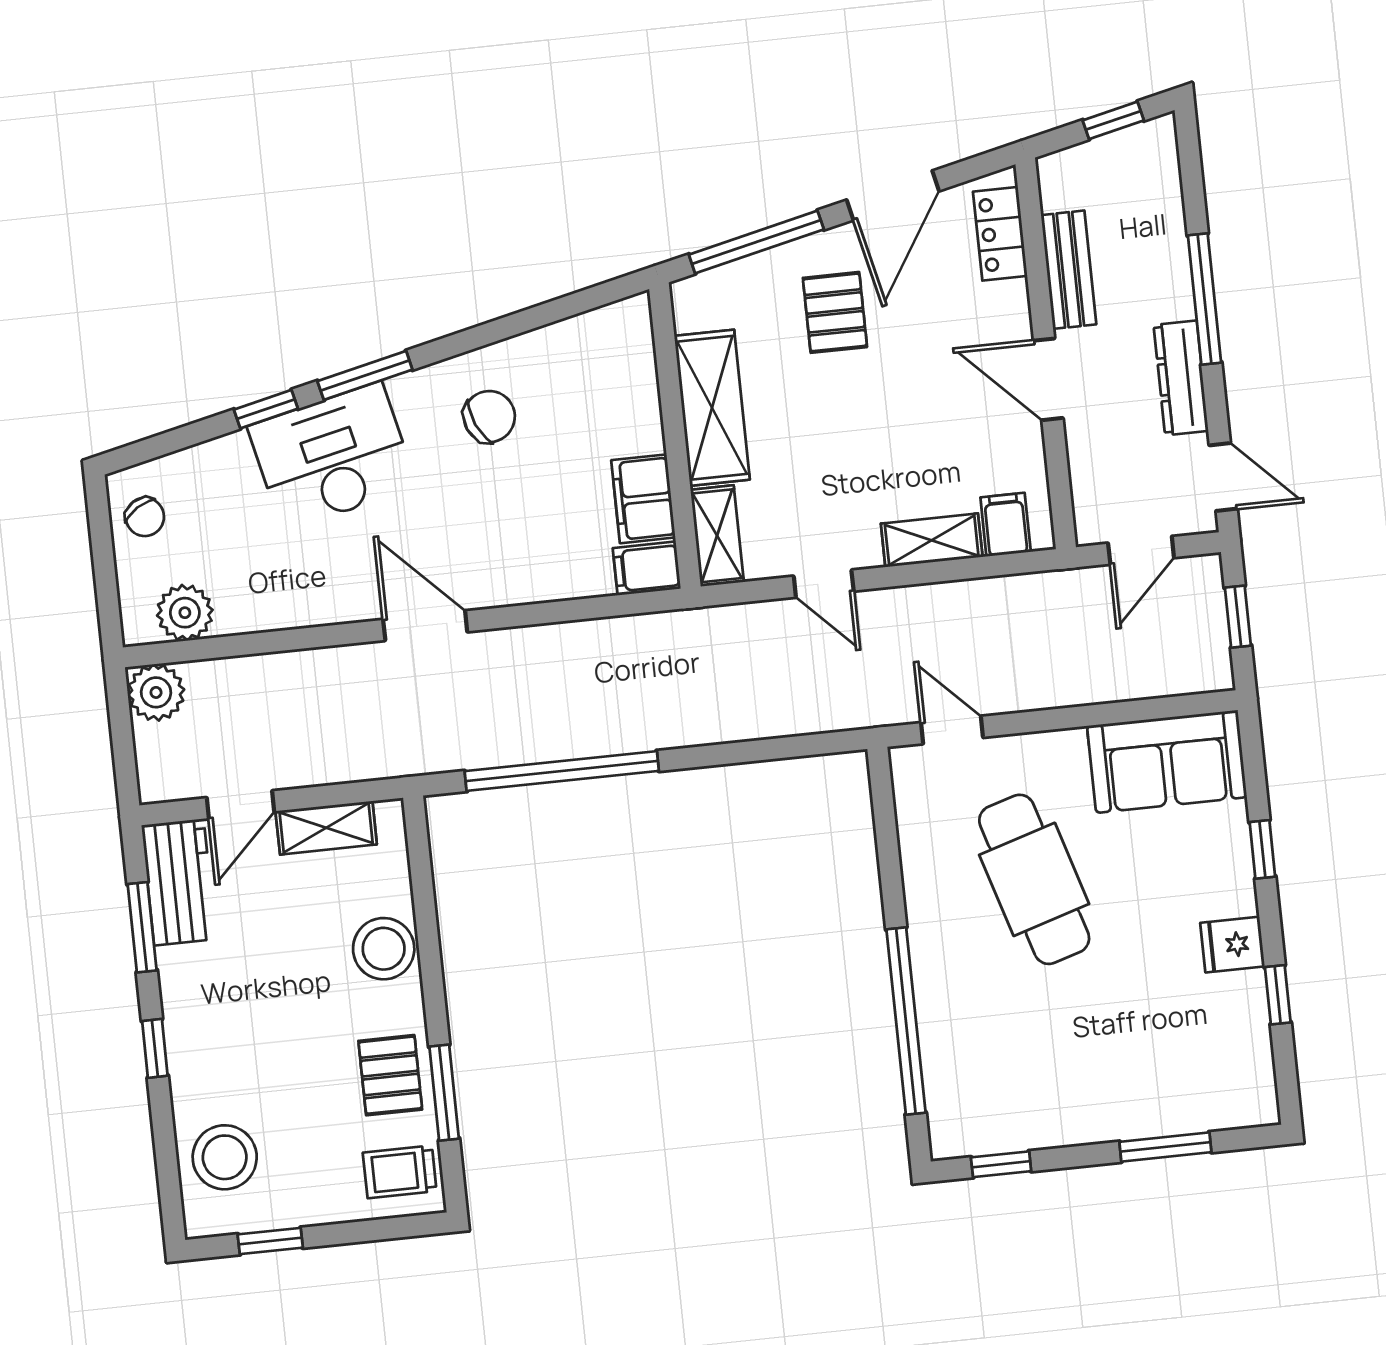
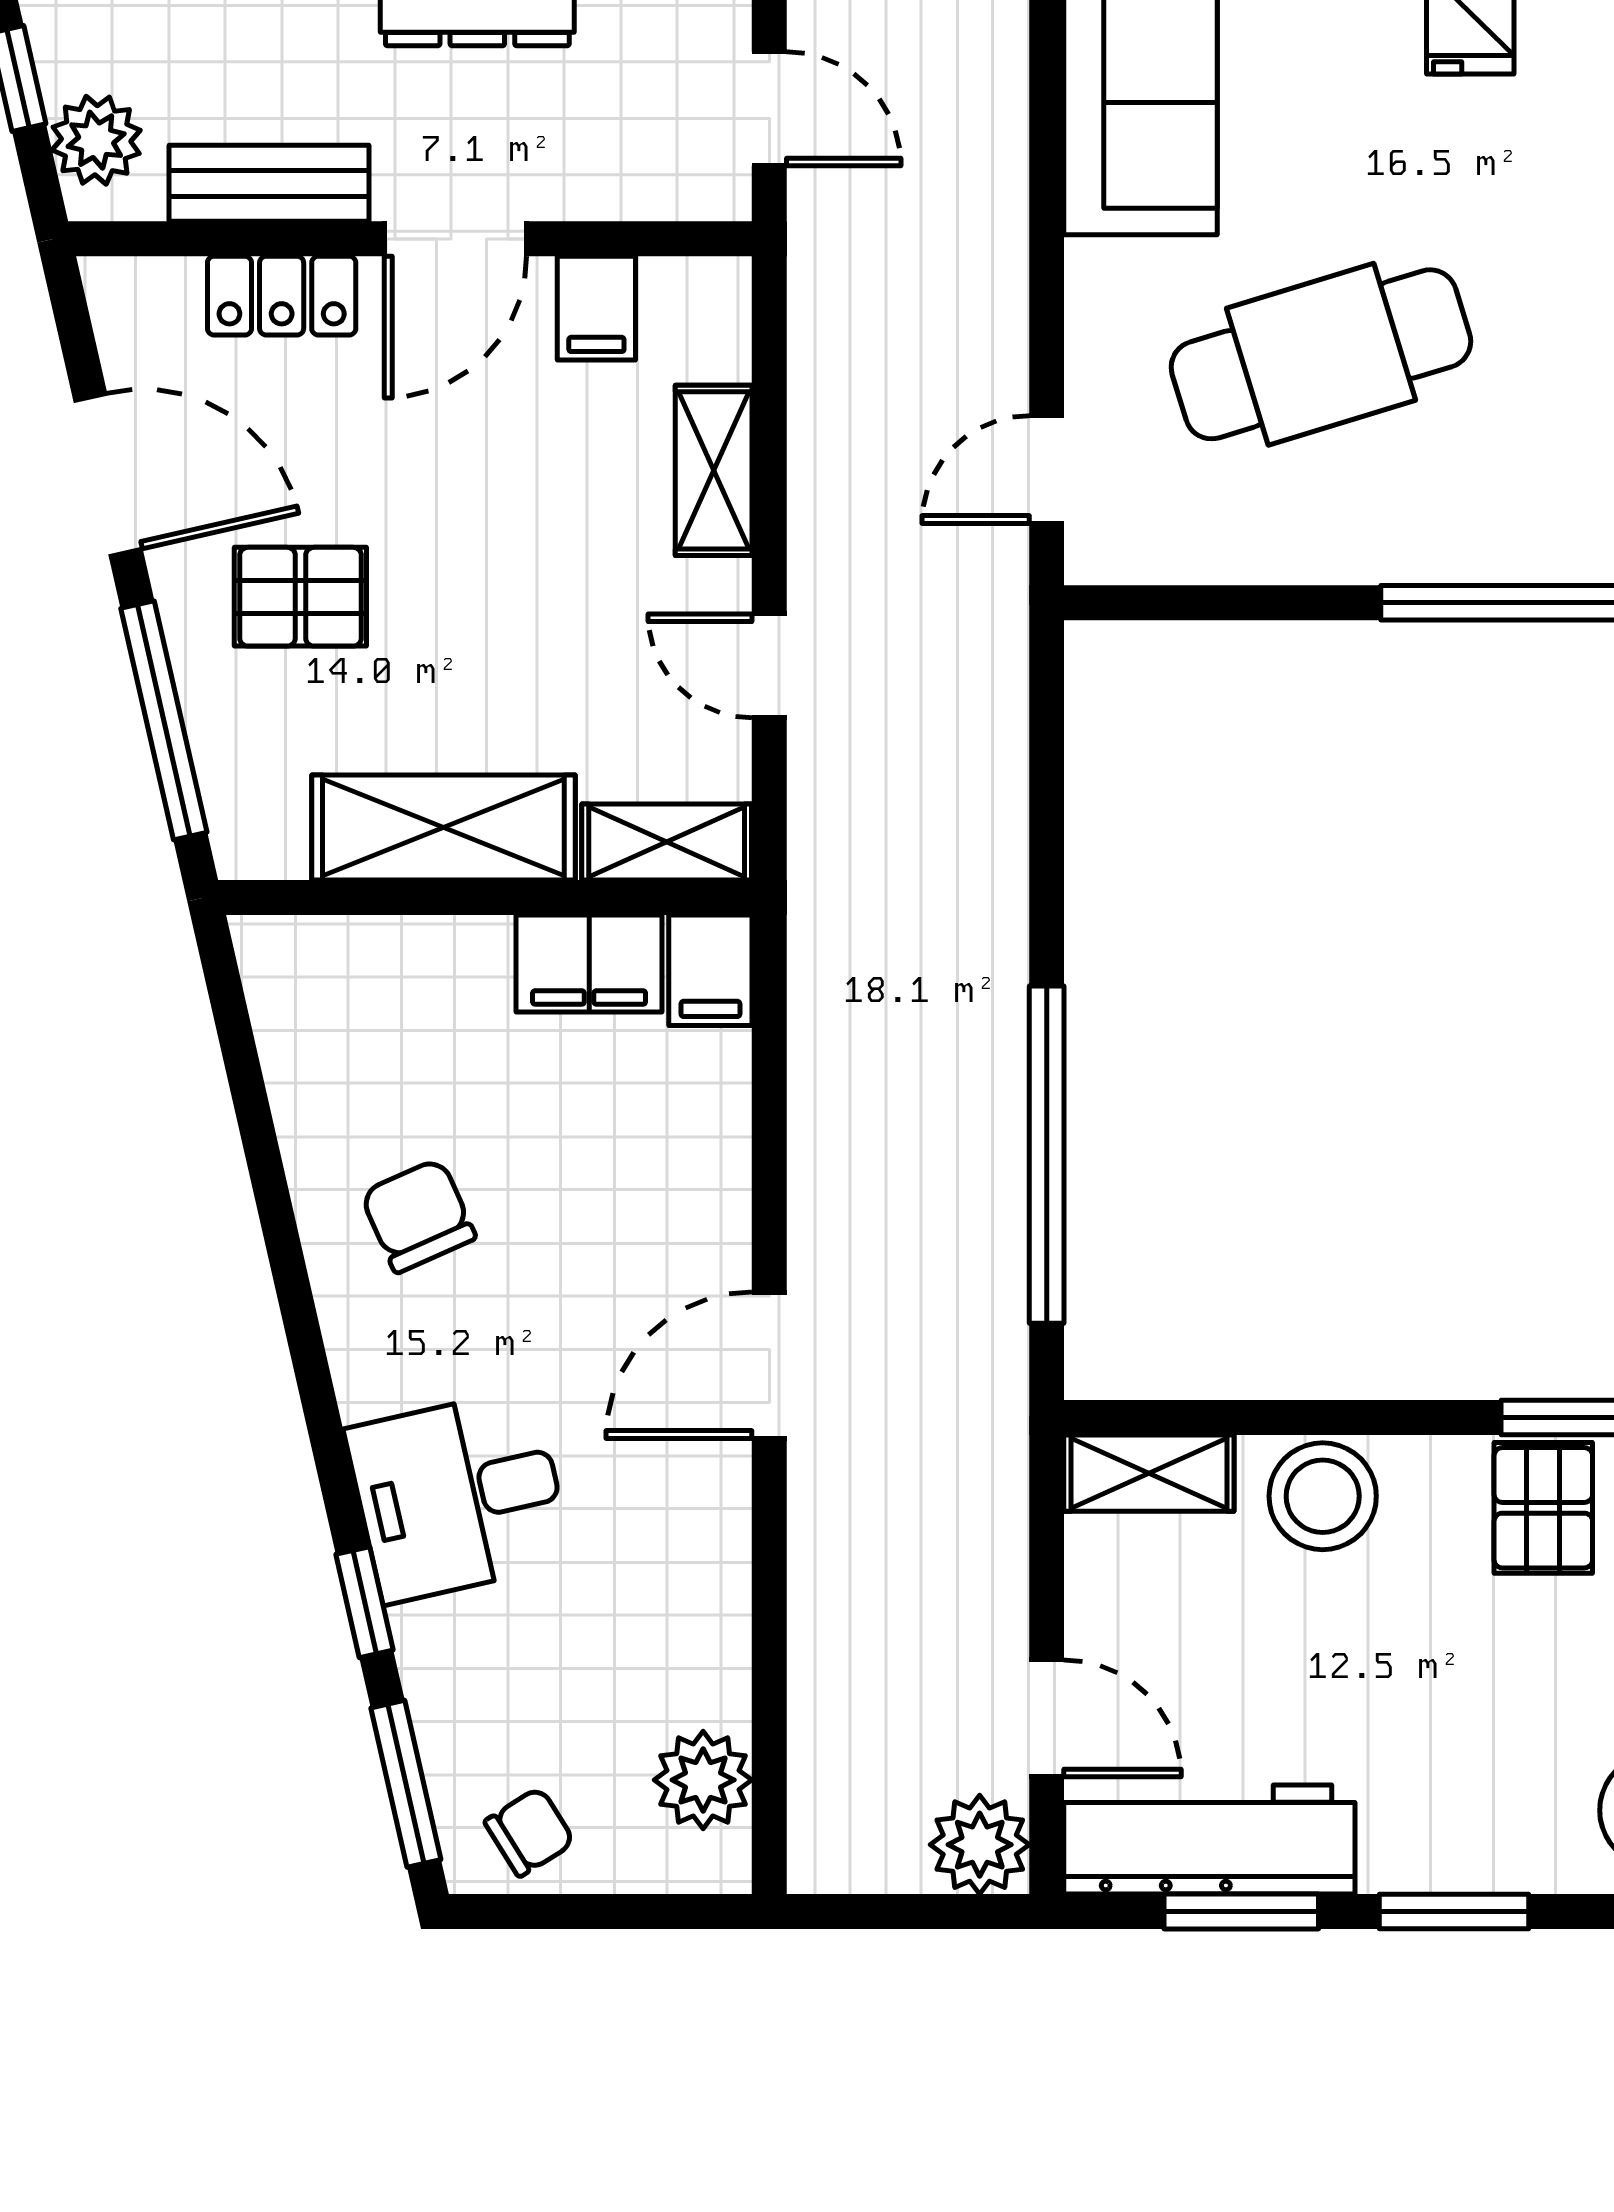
plant: (1083, 169) -> (96, 140), added
locker: (1000, 234) -> (282, 296), moved
window: (365, 375) -> (406, 1784), moved
desk: (332, 456) -> (459, 1496), width x0.73
filing cabinet: (1006, 525) -> (596, 308), moved, turned -90
door: (824, 584) -> (769, 666), swing flipped
plant: (156, 692) -> (980, 1845), moved
shelving: (326, 828) -> (1149, 1473), moved, turned 90
workbench: (179, 882) -> (1209, 1840), width x1.38
window: (155, 1048) -> (1454, 1912), width x1.50
pallet: (390, 1075) -> (1543, 1508), turned 90

